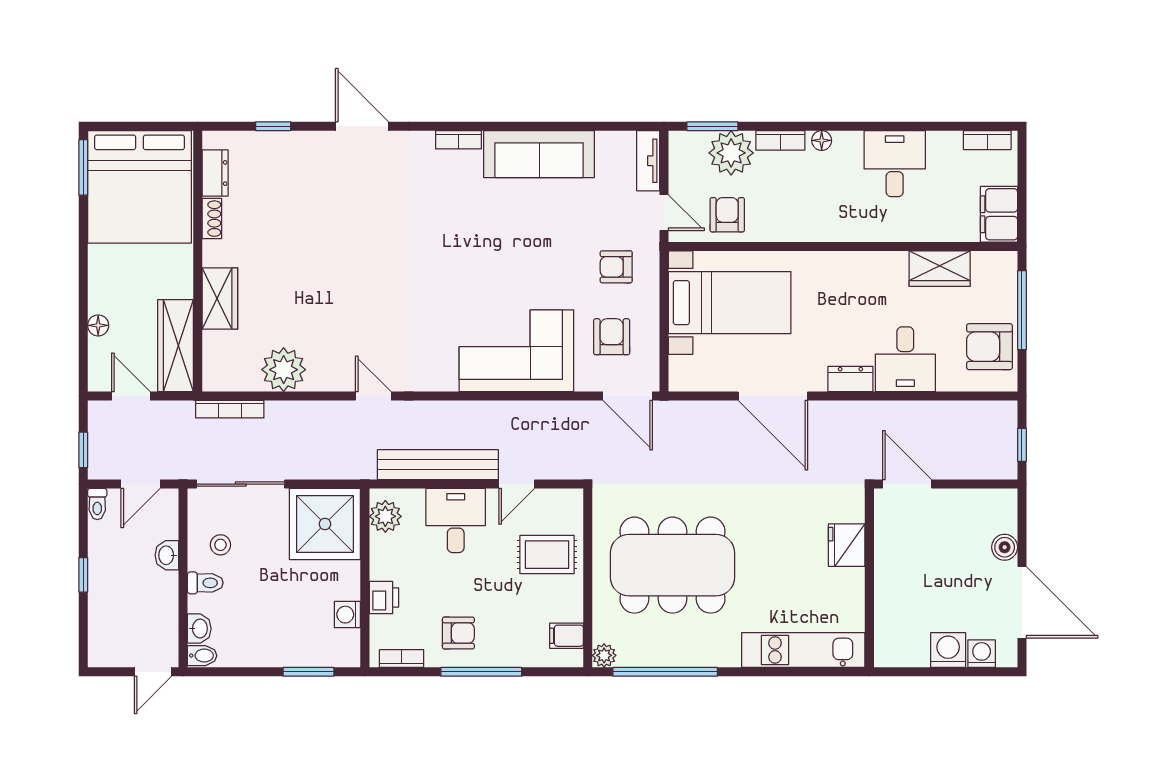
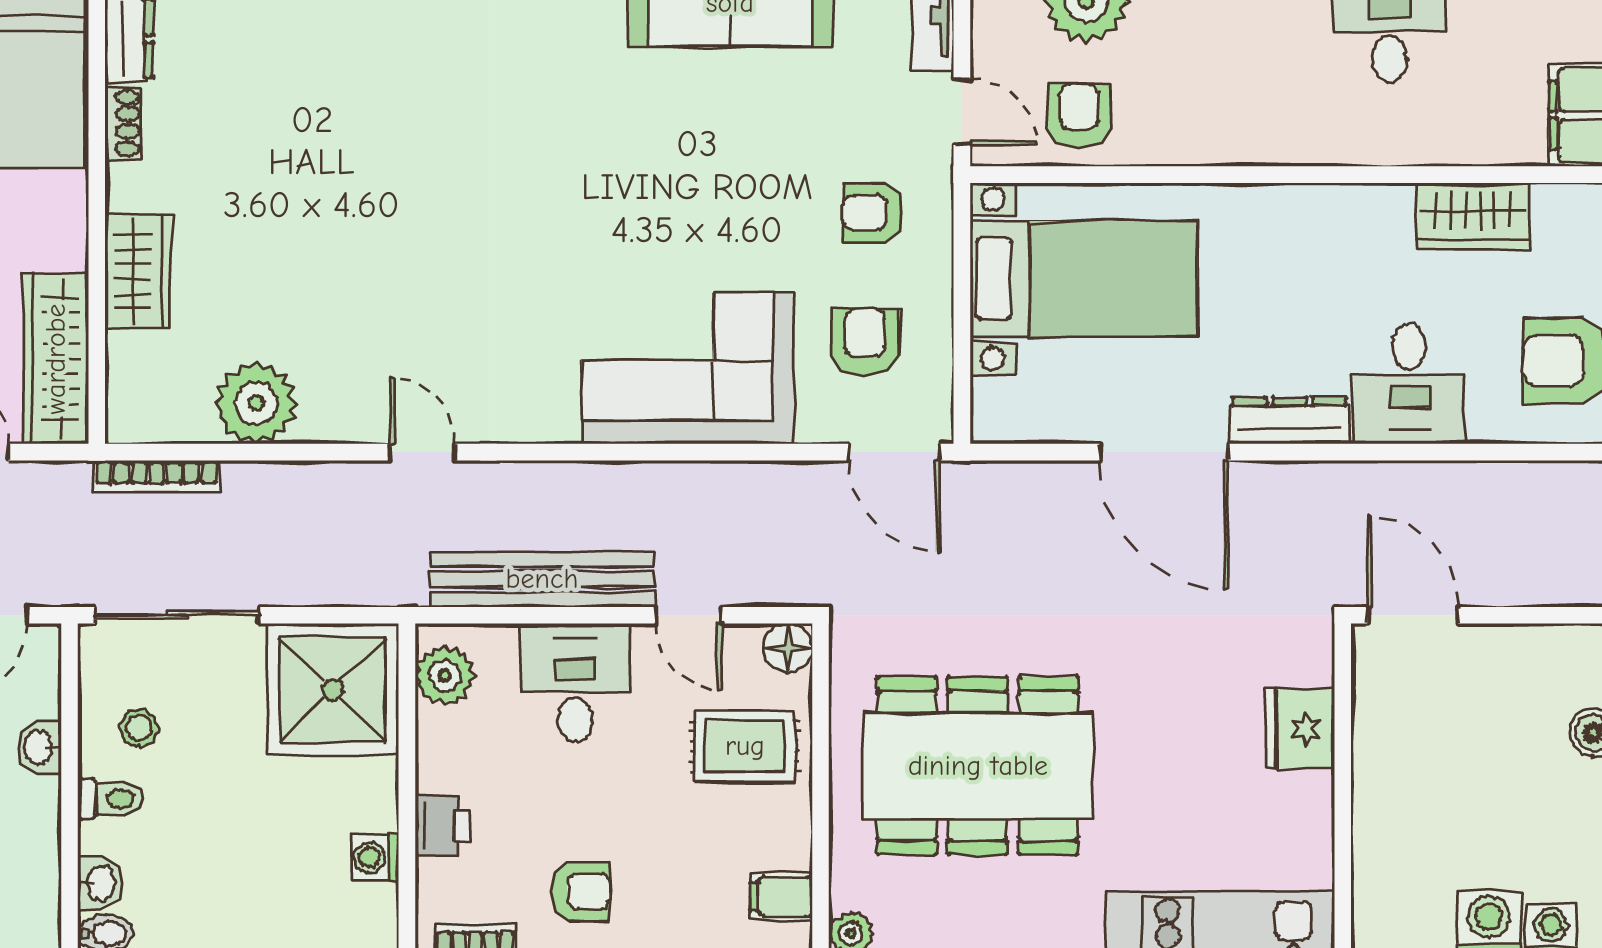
dresser: (850, 379) -> (1289, 420), width x1.44
door: (517, 484) -> (689, 615), hinge flipped
floor lamp: (570, 502) -> (788, 648), added

